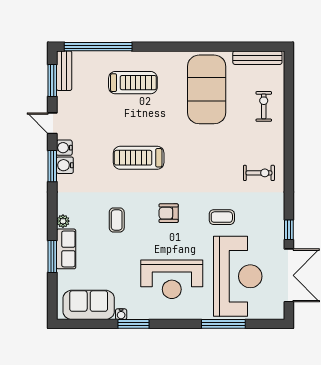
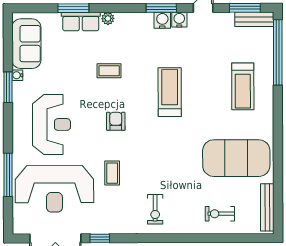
exercise bike: (264, 106) -> (220, 214), turned 180
reception desk: (172, 279) -> (52, 125), turned 180

